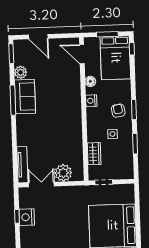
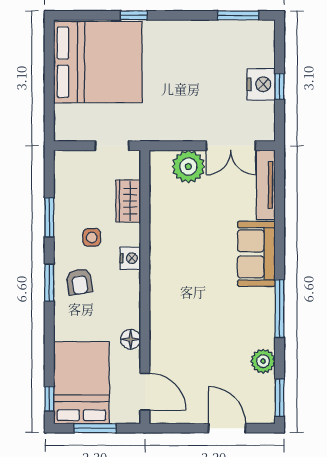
sofa: (25, 97) -> (256, 254), moved
nightstand: (91, 101) -> (130, 258), moved

